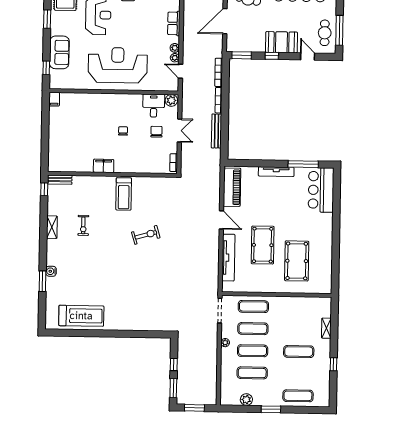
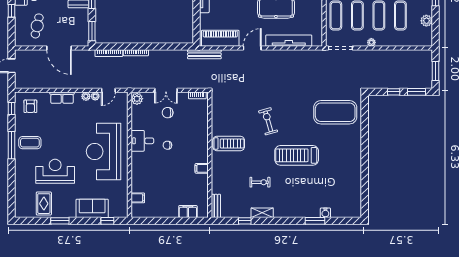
filing cabinet: (54, 99) -> (138, 198), moved
desk: (154, 106) -> (142, 141), moved
double door: (179, 130) -> (166, 90), swing flipped
bench: (217, 131) -> (204, 54), moved
filing cabinet: (54, 151) -> (188, 212), added
filing cabinet: (104, 166) -> (202, 168), width x0.50
window: (44, 189) -> (245, 221), moved
water cooler: (51, 271) -> (325, 213), moved
exercise mat: (154, 304) -> (335, 112), added
treadmill: (81, 316) -> (297, 155), moved, turned -90

